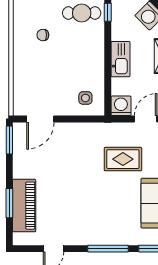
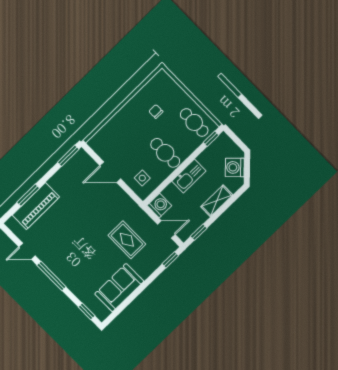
cafe table: (83, 60) -> (165, 153), added
door: (40, 119) -> (110, 172), moved
window: (108, 249) -> (51, 276), moved

